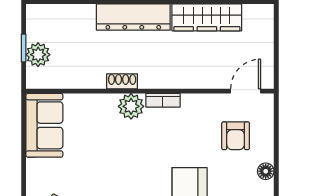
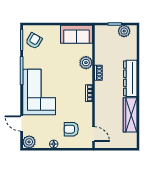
plant: (38, 55) -> (124, 31), moved
plant: (131, 106) -> (86, 63), moved

